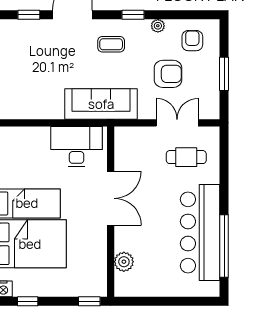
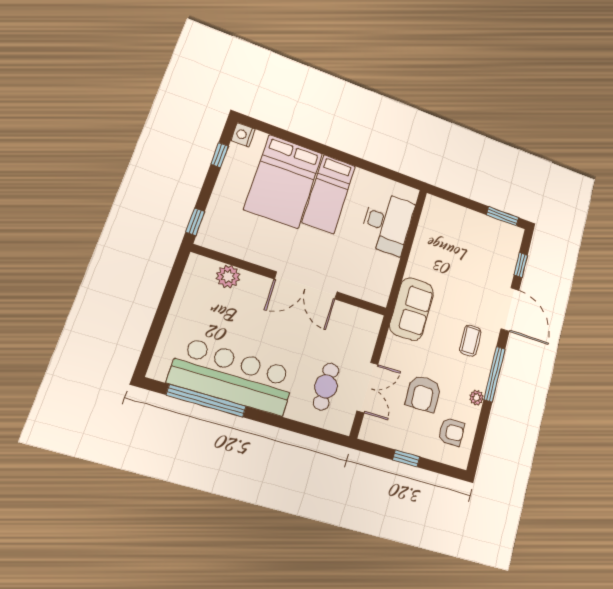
window: (133, 15) -> (494, 374), width x2.17
window: (224, 74) -> (406, 458), width x0.67
sofa: (101, 104) -> (412, 309), width x0.73
desk: (77, 147) -> (387, 223), moved

